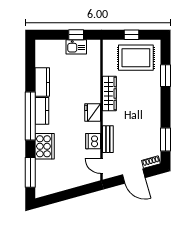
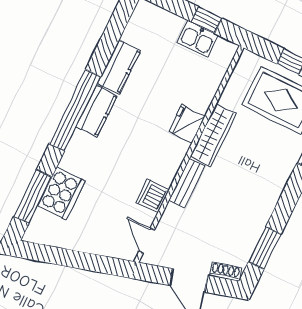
fridge: (93, 112) -> (187, 124), moved
bench: (108, 139) -> (187, 183), moved
cooker: (45, 146) -> (61, 193), moved

